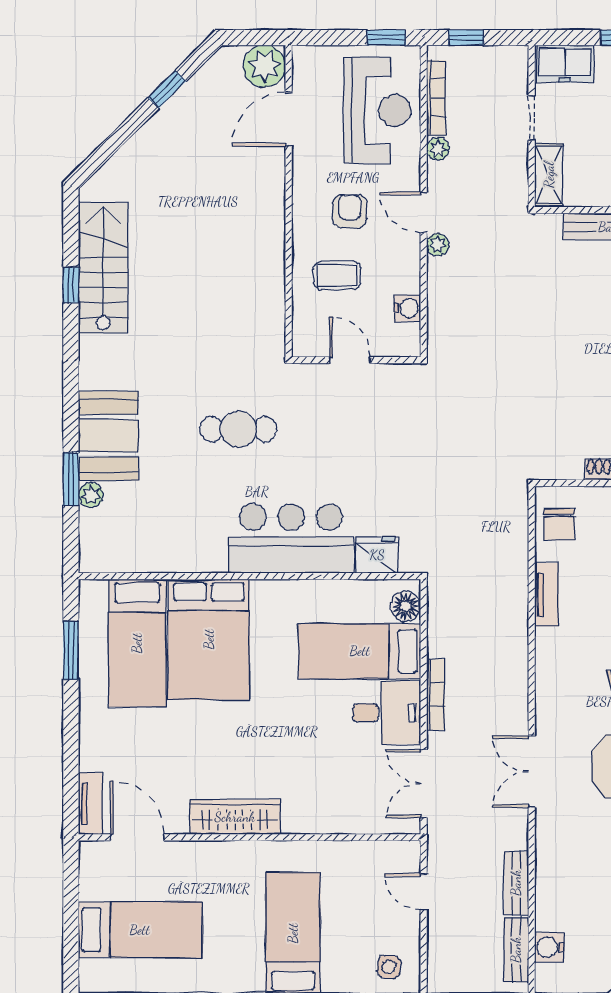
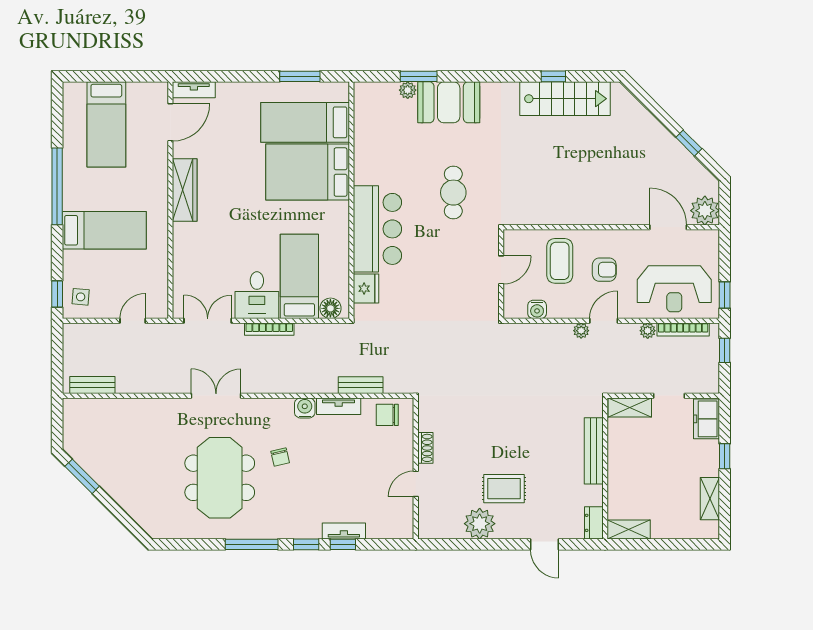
coffee table: (337, 276) -> (560, 261), width x1.36, depth x1.30
bench: (516, 883) -> (361, 385), moved
water cooler: (549, 947) -> (305, 408), moved

